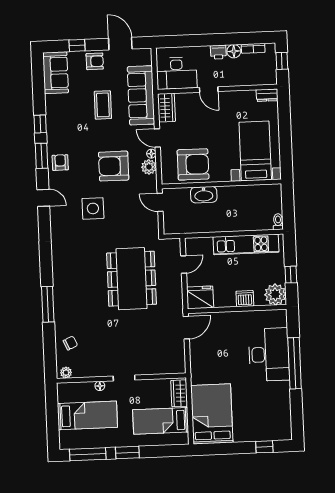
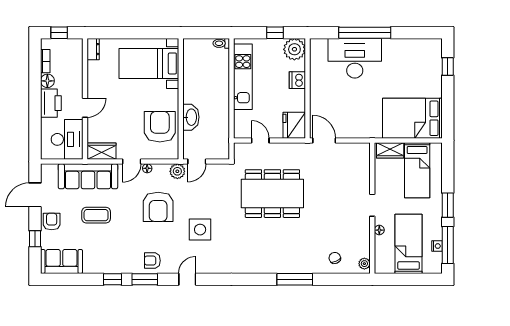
printer: (218, 52) -> (51, 103), width x1.87, depth x1.48
plant: (149, 167) -> (177, 171), moved
nightstand: (86, 444) -> (437, 246), added

